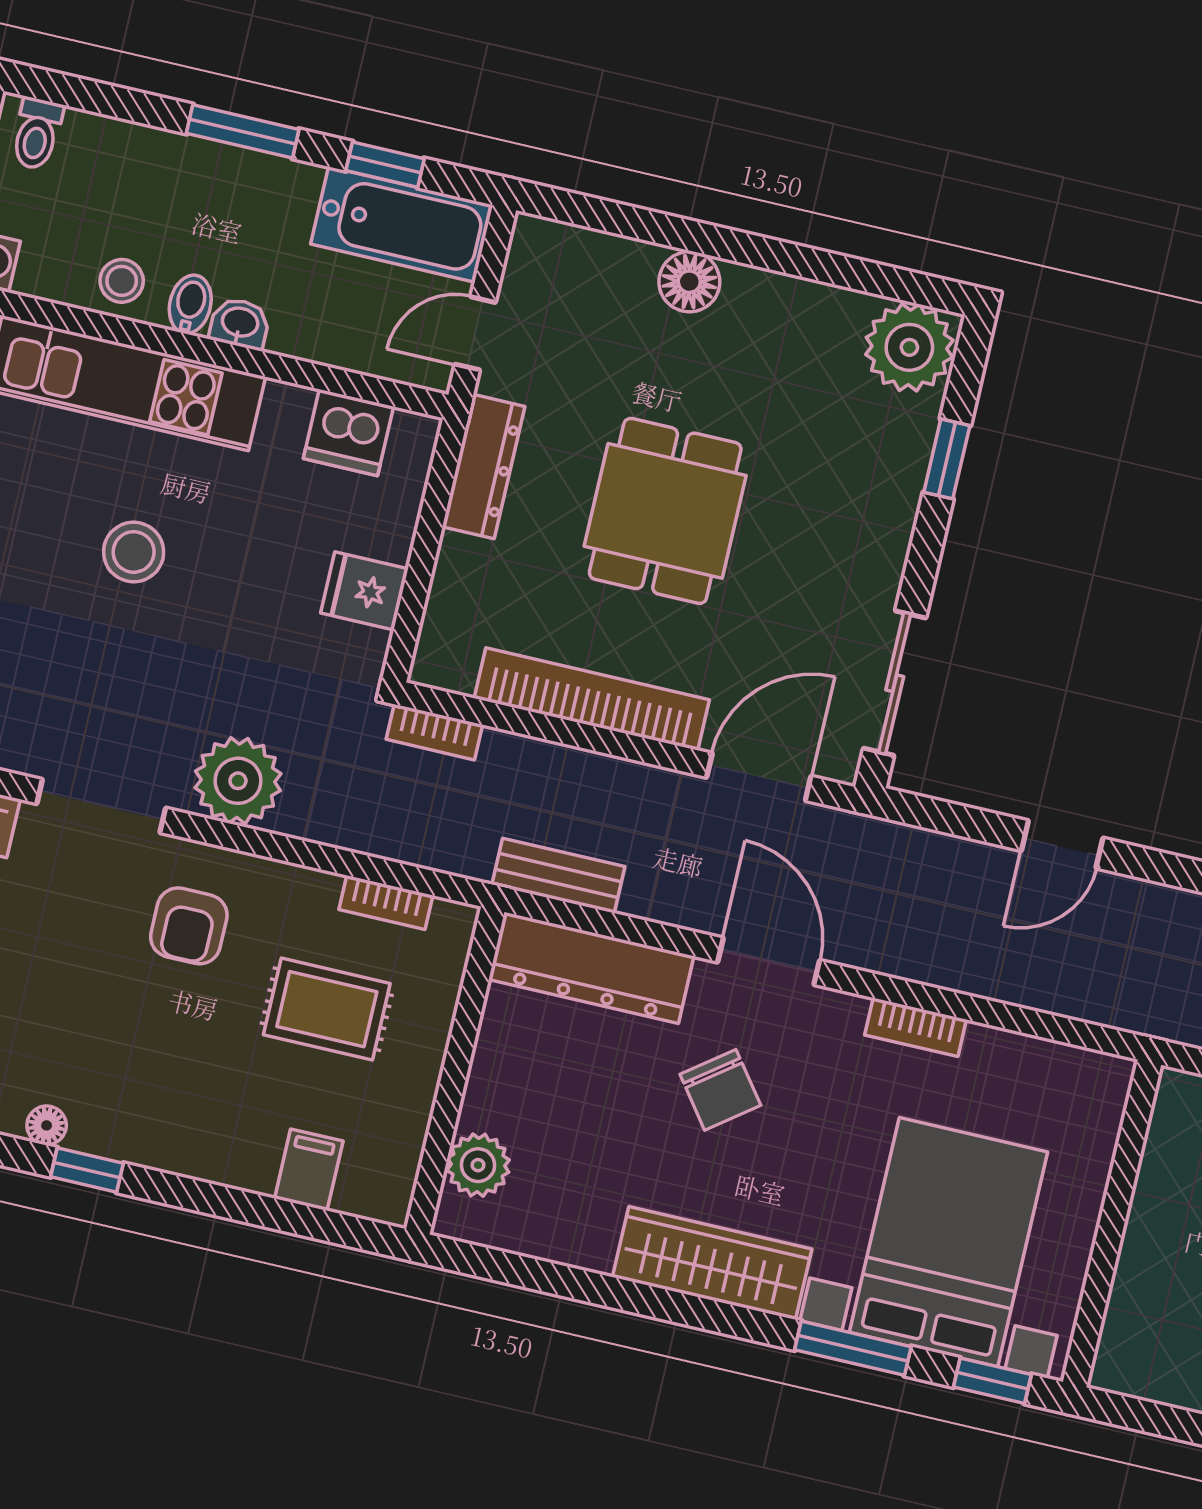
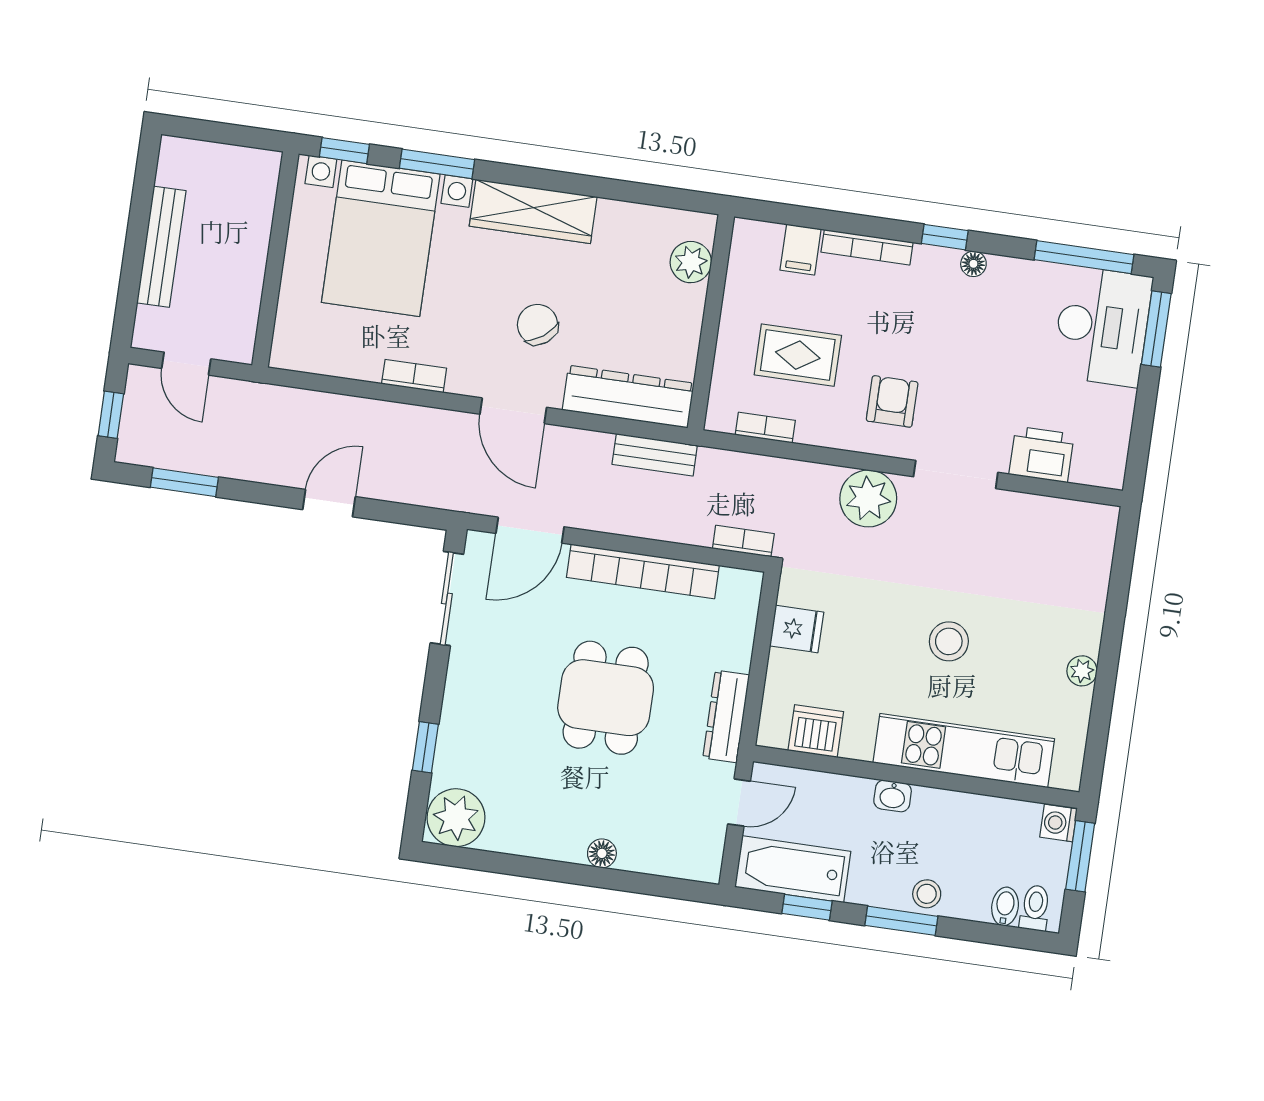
stool: (122, 281) -> (927, 894), moved
floor lamp: (689, 282) -> (602, 853), width x0.73, depth x0.73
bidet: (190, 304) -> (1005, 906), moved, turned 180
bookcase: (207, 1165) -> (867, 247), added

